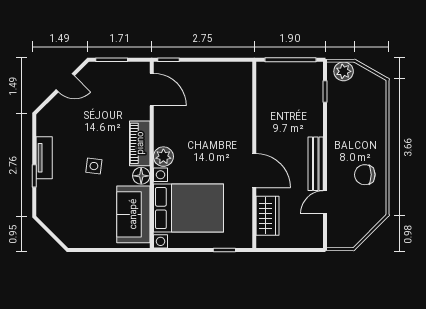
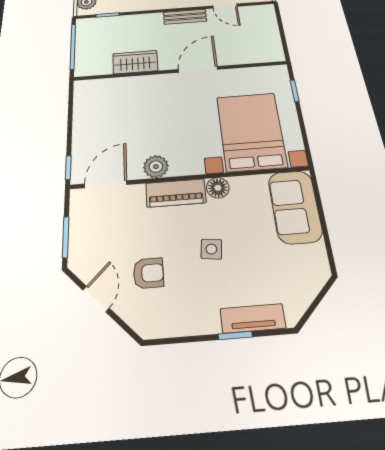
armchair: (80, 120) -> (148, 273), added
plant: (163, 157) -> (156, 167), moved
tv unit: (44, 158) -> (253, 318), moved
bench: (316, 164) -> (185, 17), width x0.73
sofa: (133, 214) -> (295, 206), moved, turned 90
wardrobe: (267, 216) -> (135, 62), moved

